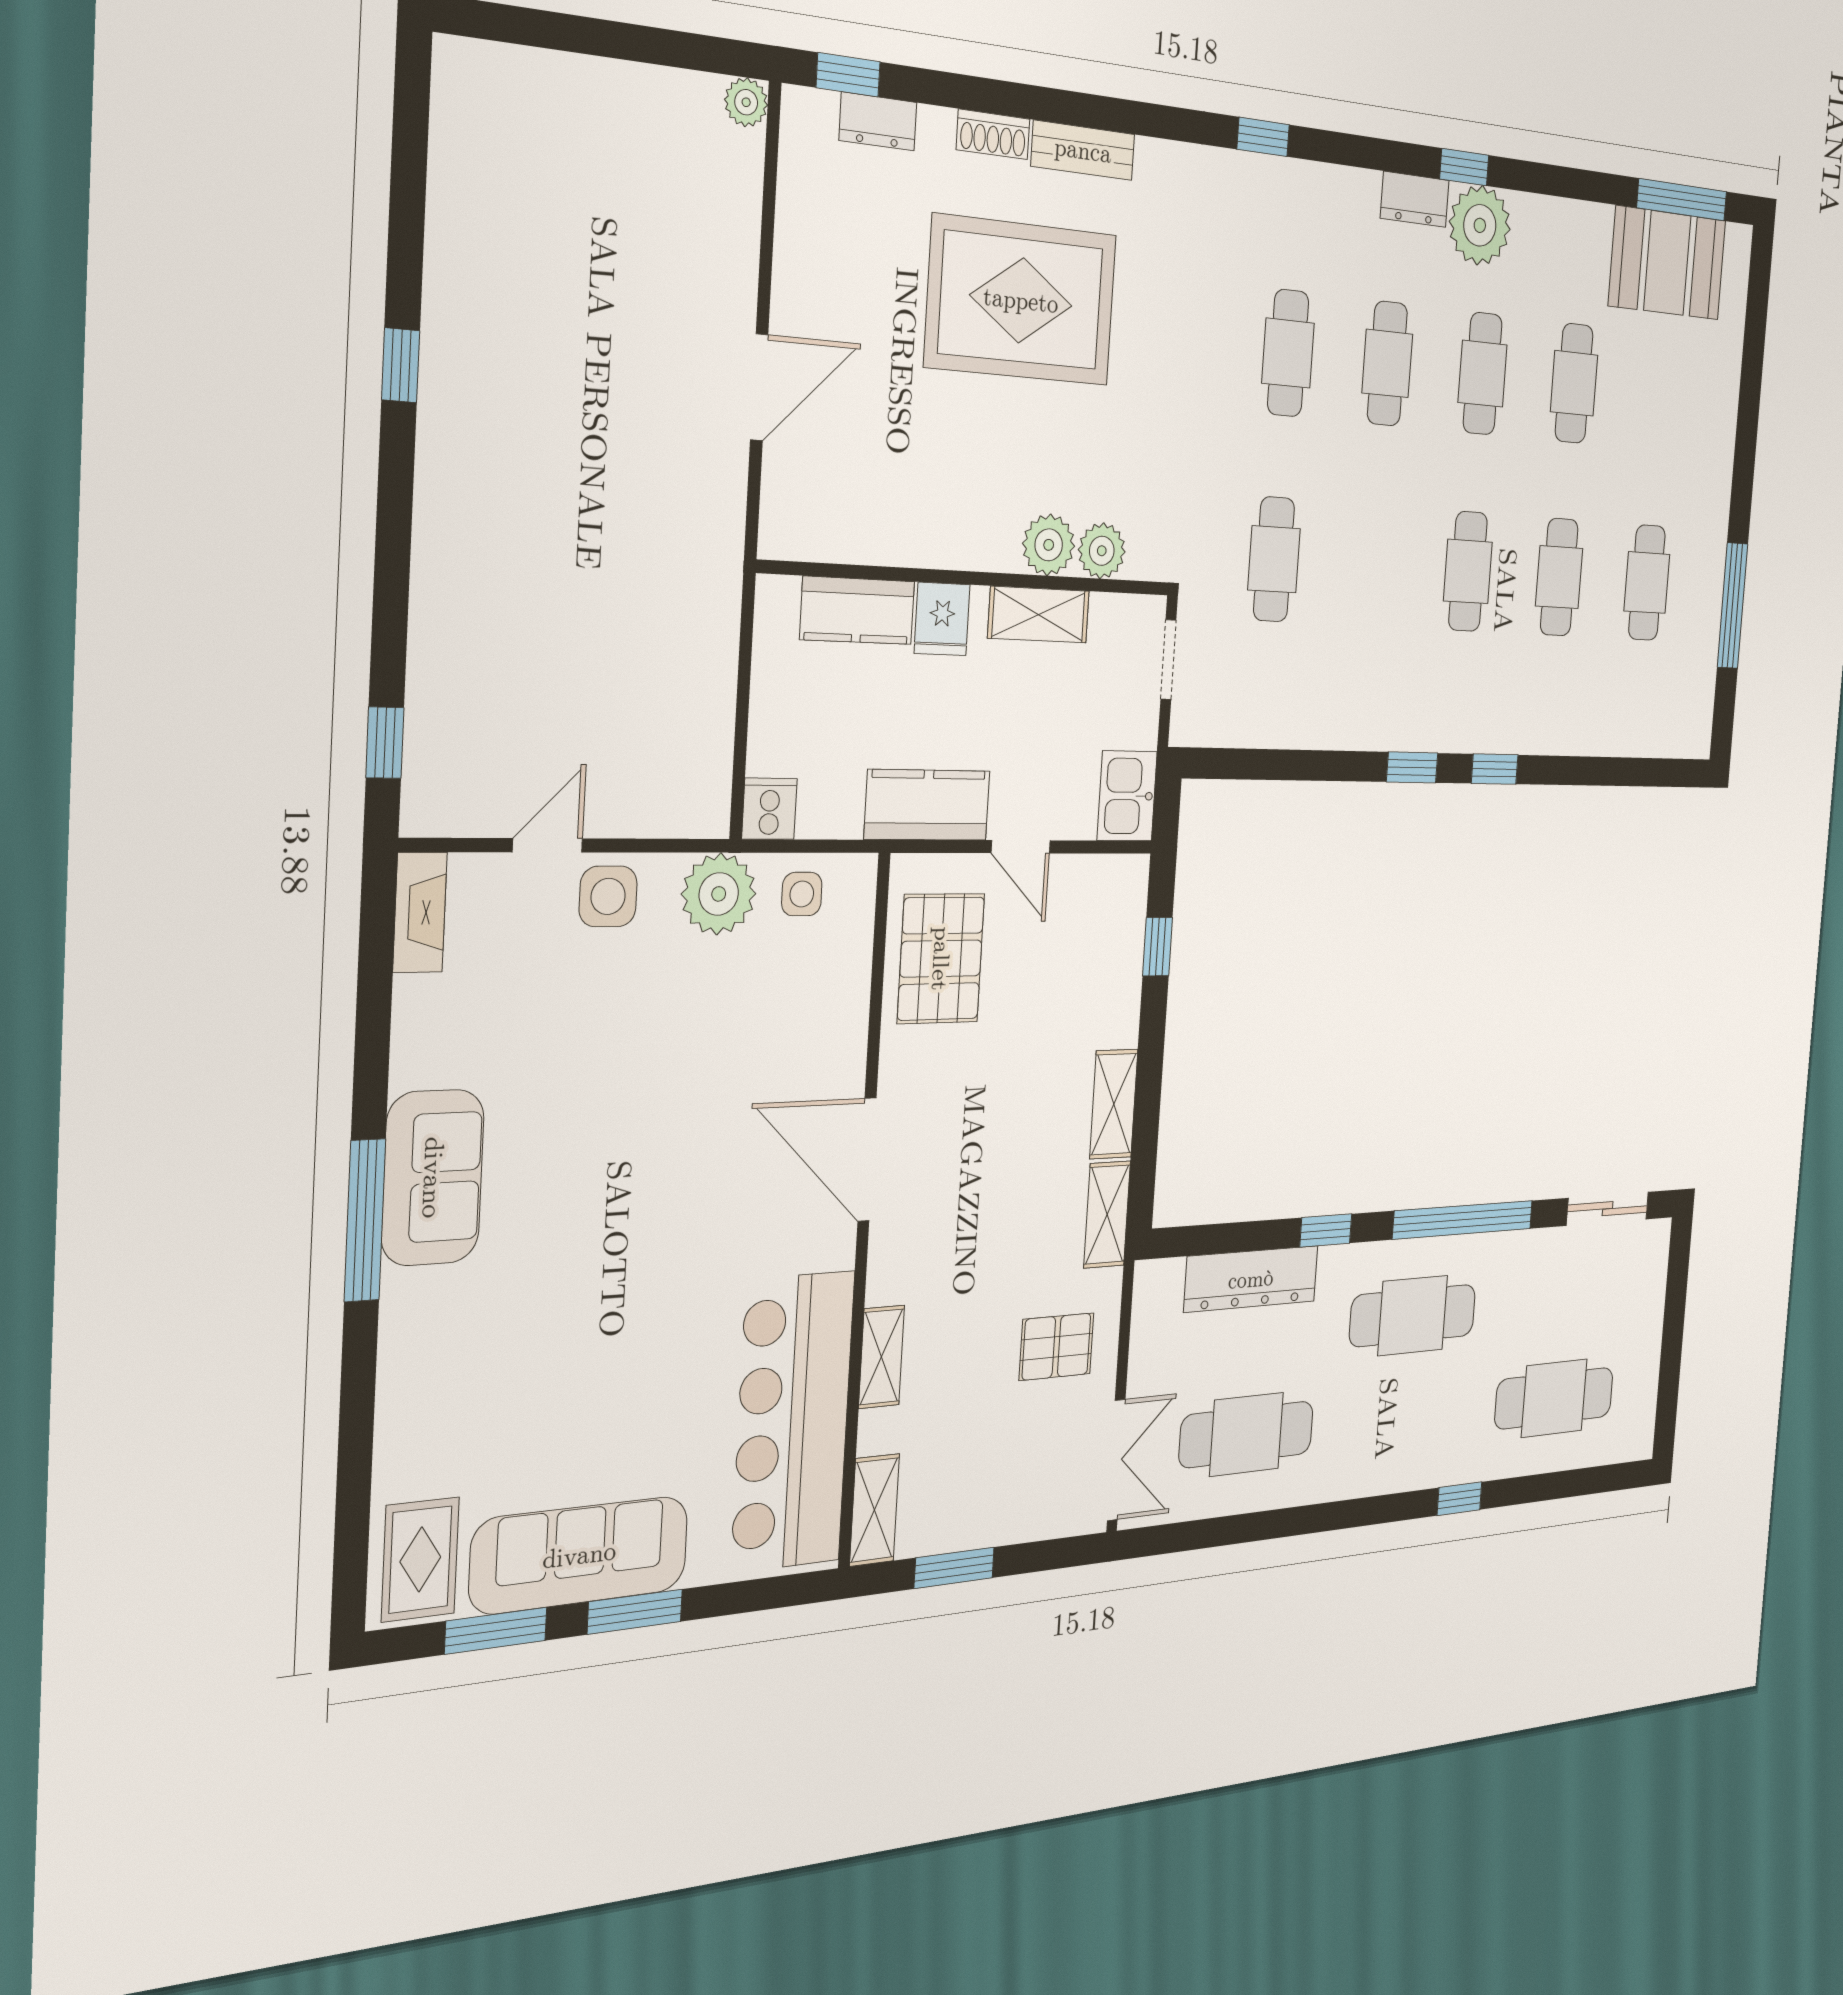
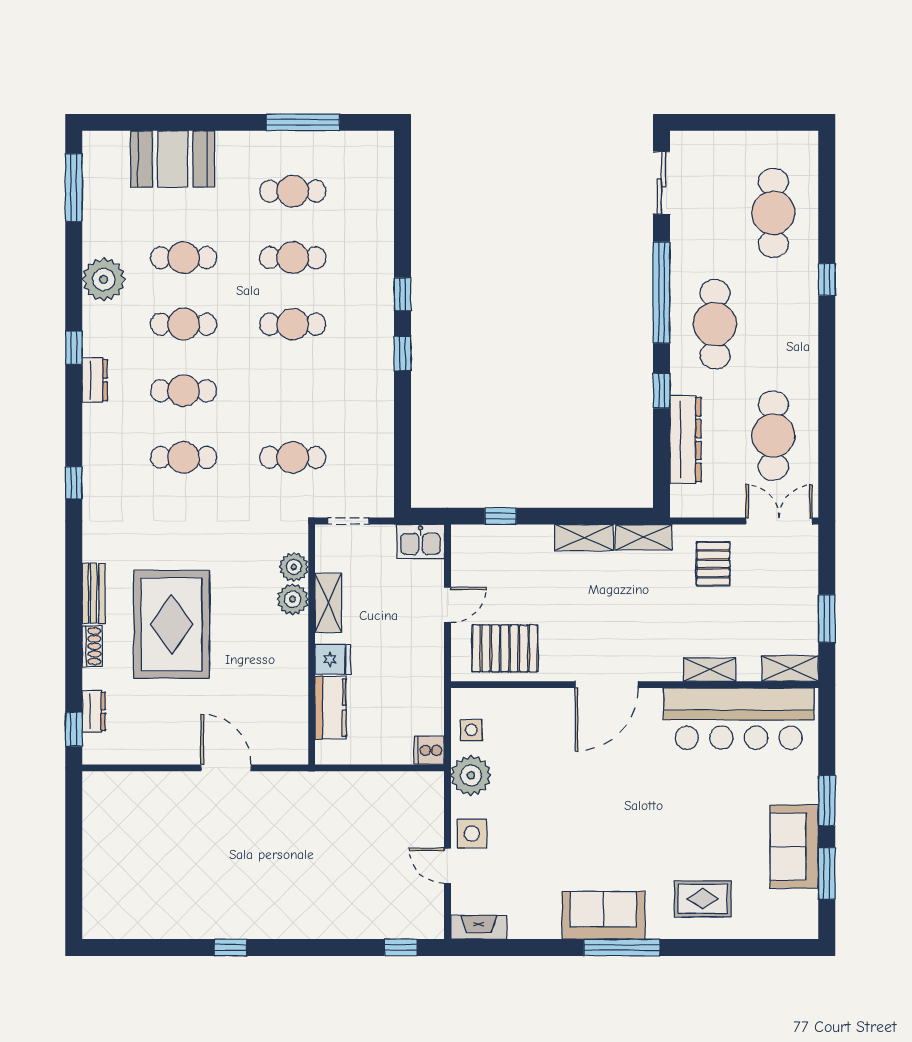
plant: (746, 102) -> (93, 783), removed
plant: (1480, 225) -> (104, 279), moved
booth: (1667, 263) -> (173, 159), moved, turned 90
kitchen counter: (927, 805) -> (426, 662), removed
sofa: (580, 1555) -> (794, 847), width x0.73
rug: (420, 1559) -> (703, 899), moved

